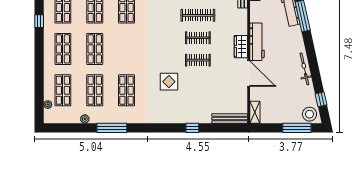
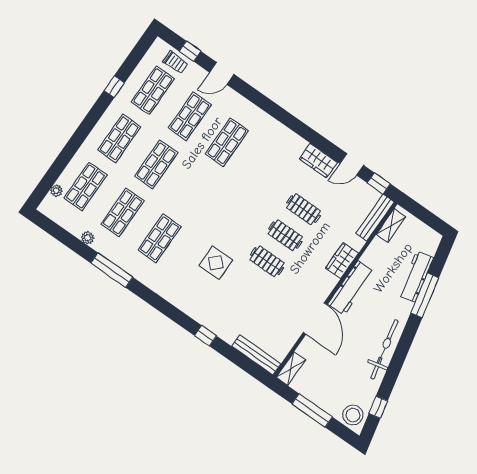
clothes rail: (198, 15) -> (304, 209), width x0.73
wardrobe: (241, 47) -> (342, 261), moved
bicycle: (304, 69) -> (384, 349), width x1.37, depth x1.40
window: (297, 128) -> (312, 410), moved

